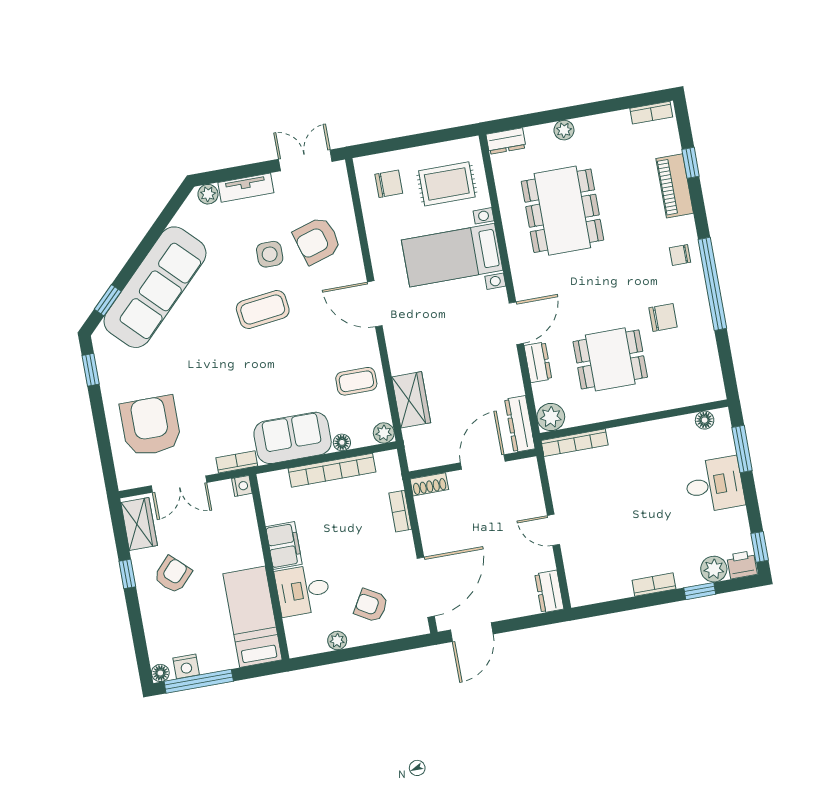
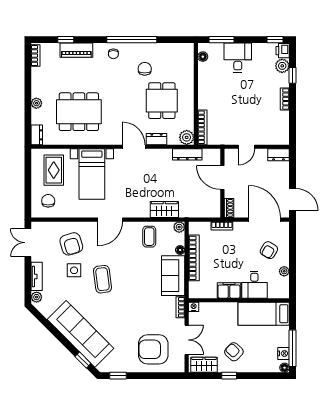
door: (483, 462) -> (222, 178), moved
wall: (473, 464) -> (222, 183), moved
shoe rack: (429, 484) -> (229, 208), moved

